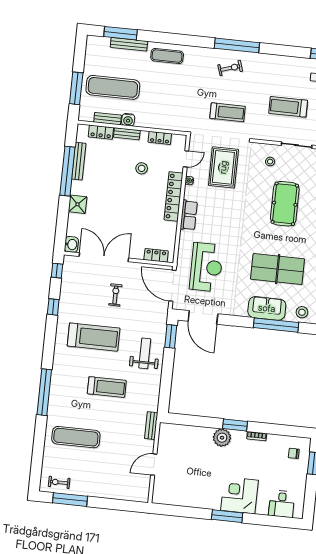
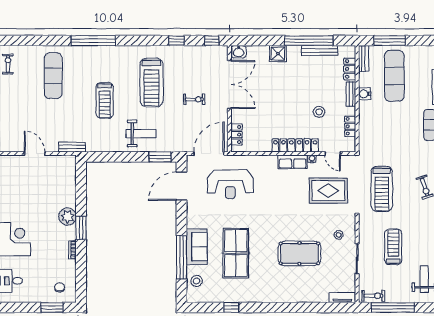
treadmill: (228, 112) -> (382, 189), width x1.37, depth x1.38
bench: (108, 119) -> (364, 58), moved
row of seats: (189, 215) -> (293, 162), moved

